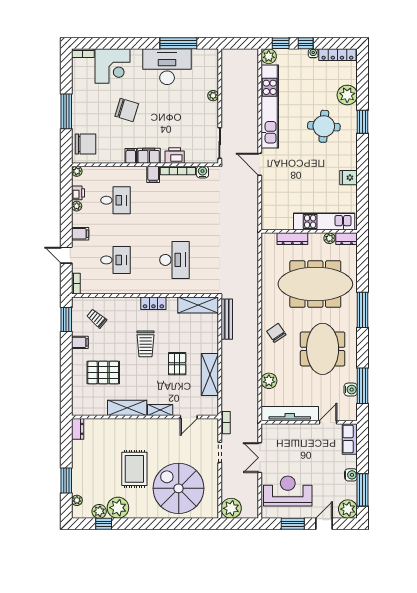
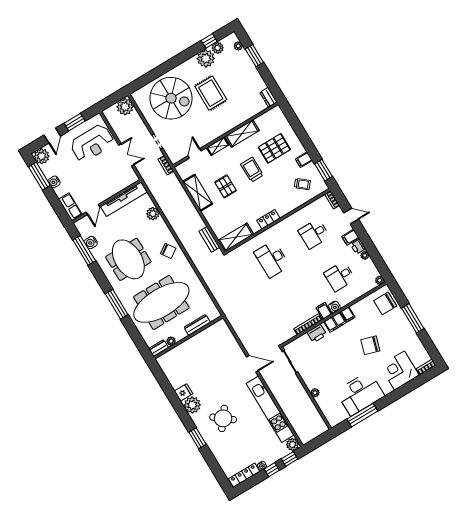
plant: (347, 95) -> (192, 405), moved
round table: (324, 126) -> (223, 418), turned 34
water cooler: (202, 172) -> (334, 307), moved
printer: (78, 193) -> (358, 247), moved
kitchen unit: (324, 221) -> (182, 351), removed
bench: (227, 319) -> (209, 239), width x0.73
trolley: (146, 344) -> (252, 170), moved

